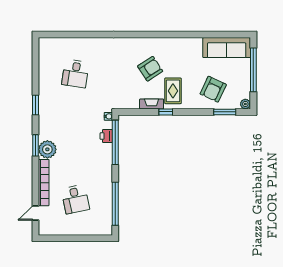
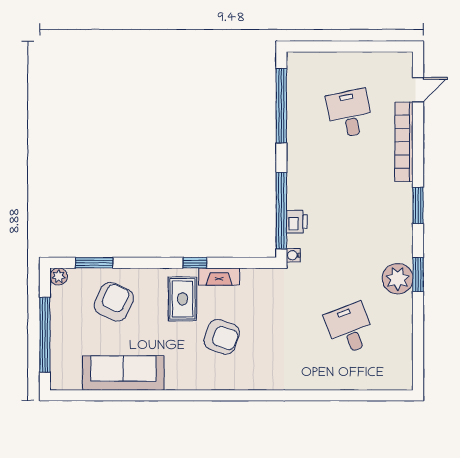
sofa: (227, 48) -> (123, 373), moved
armchair: (150, 69) -> (222, 337), turned -128
desk: (75, 74) -> (350, 328), turned -30
plant: (47, 149) -> (398, 279), moved

